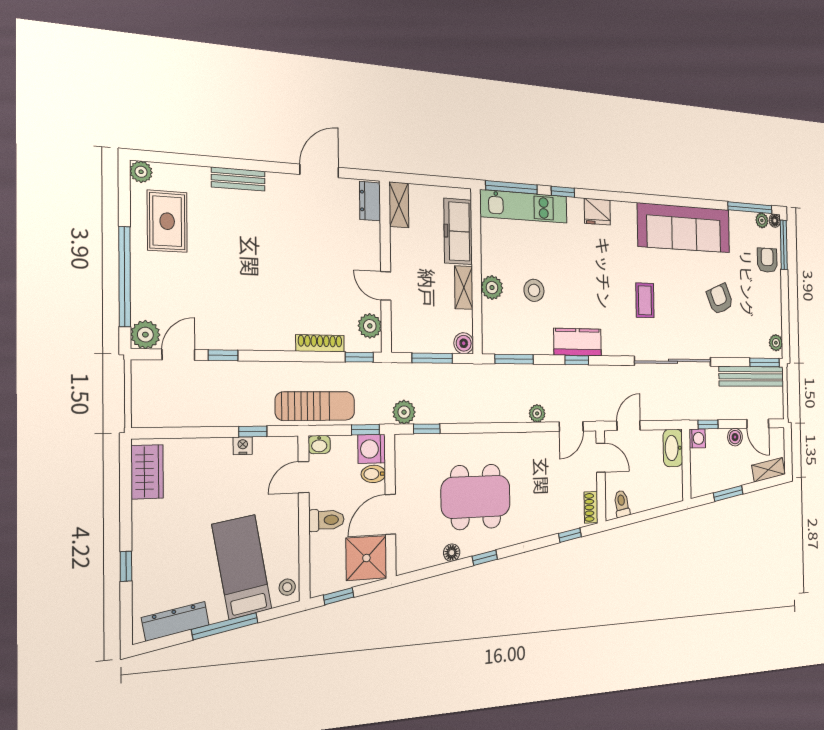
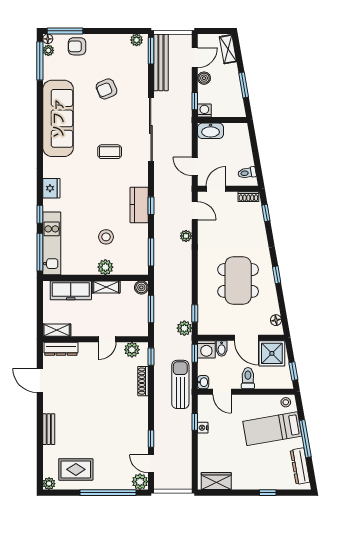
dresser: (370, 201) -> (61, 349), width x1.44
floor lamp: (452, 553) -> (276, 320), moved

